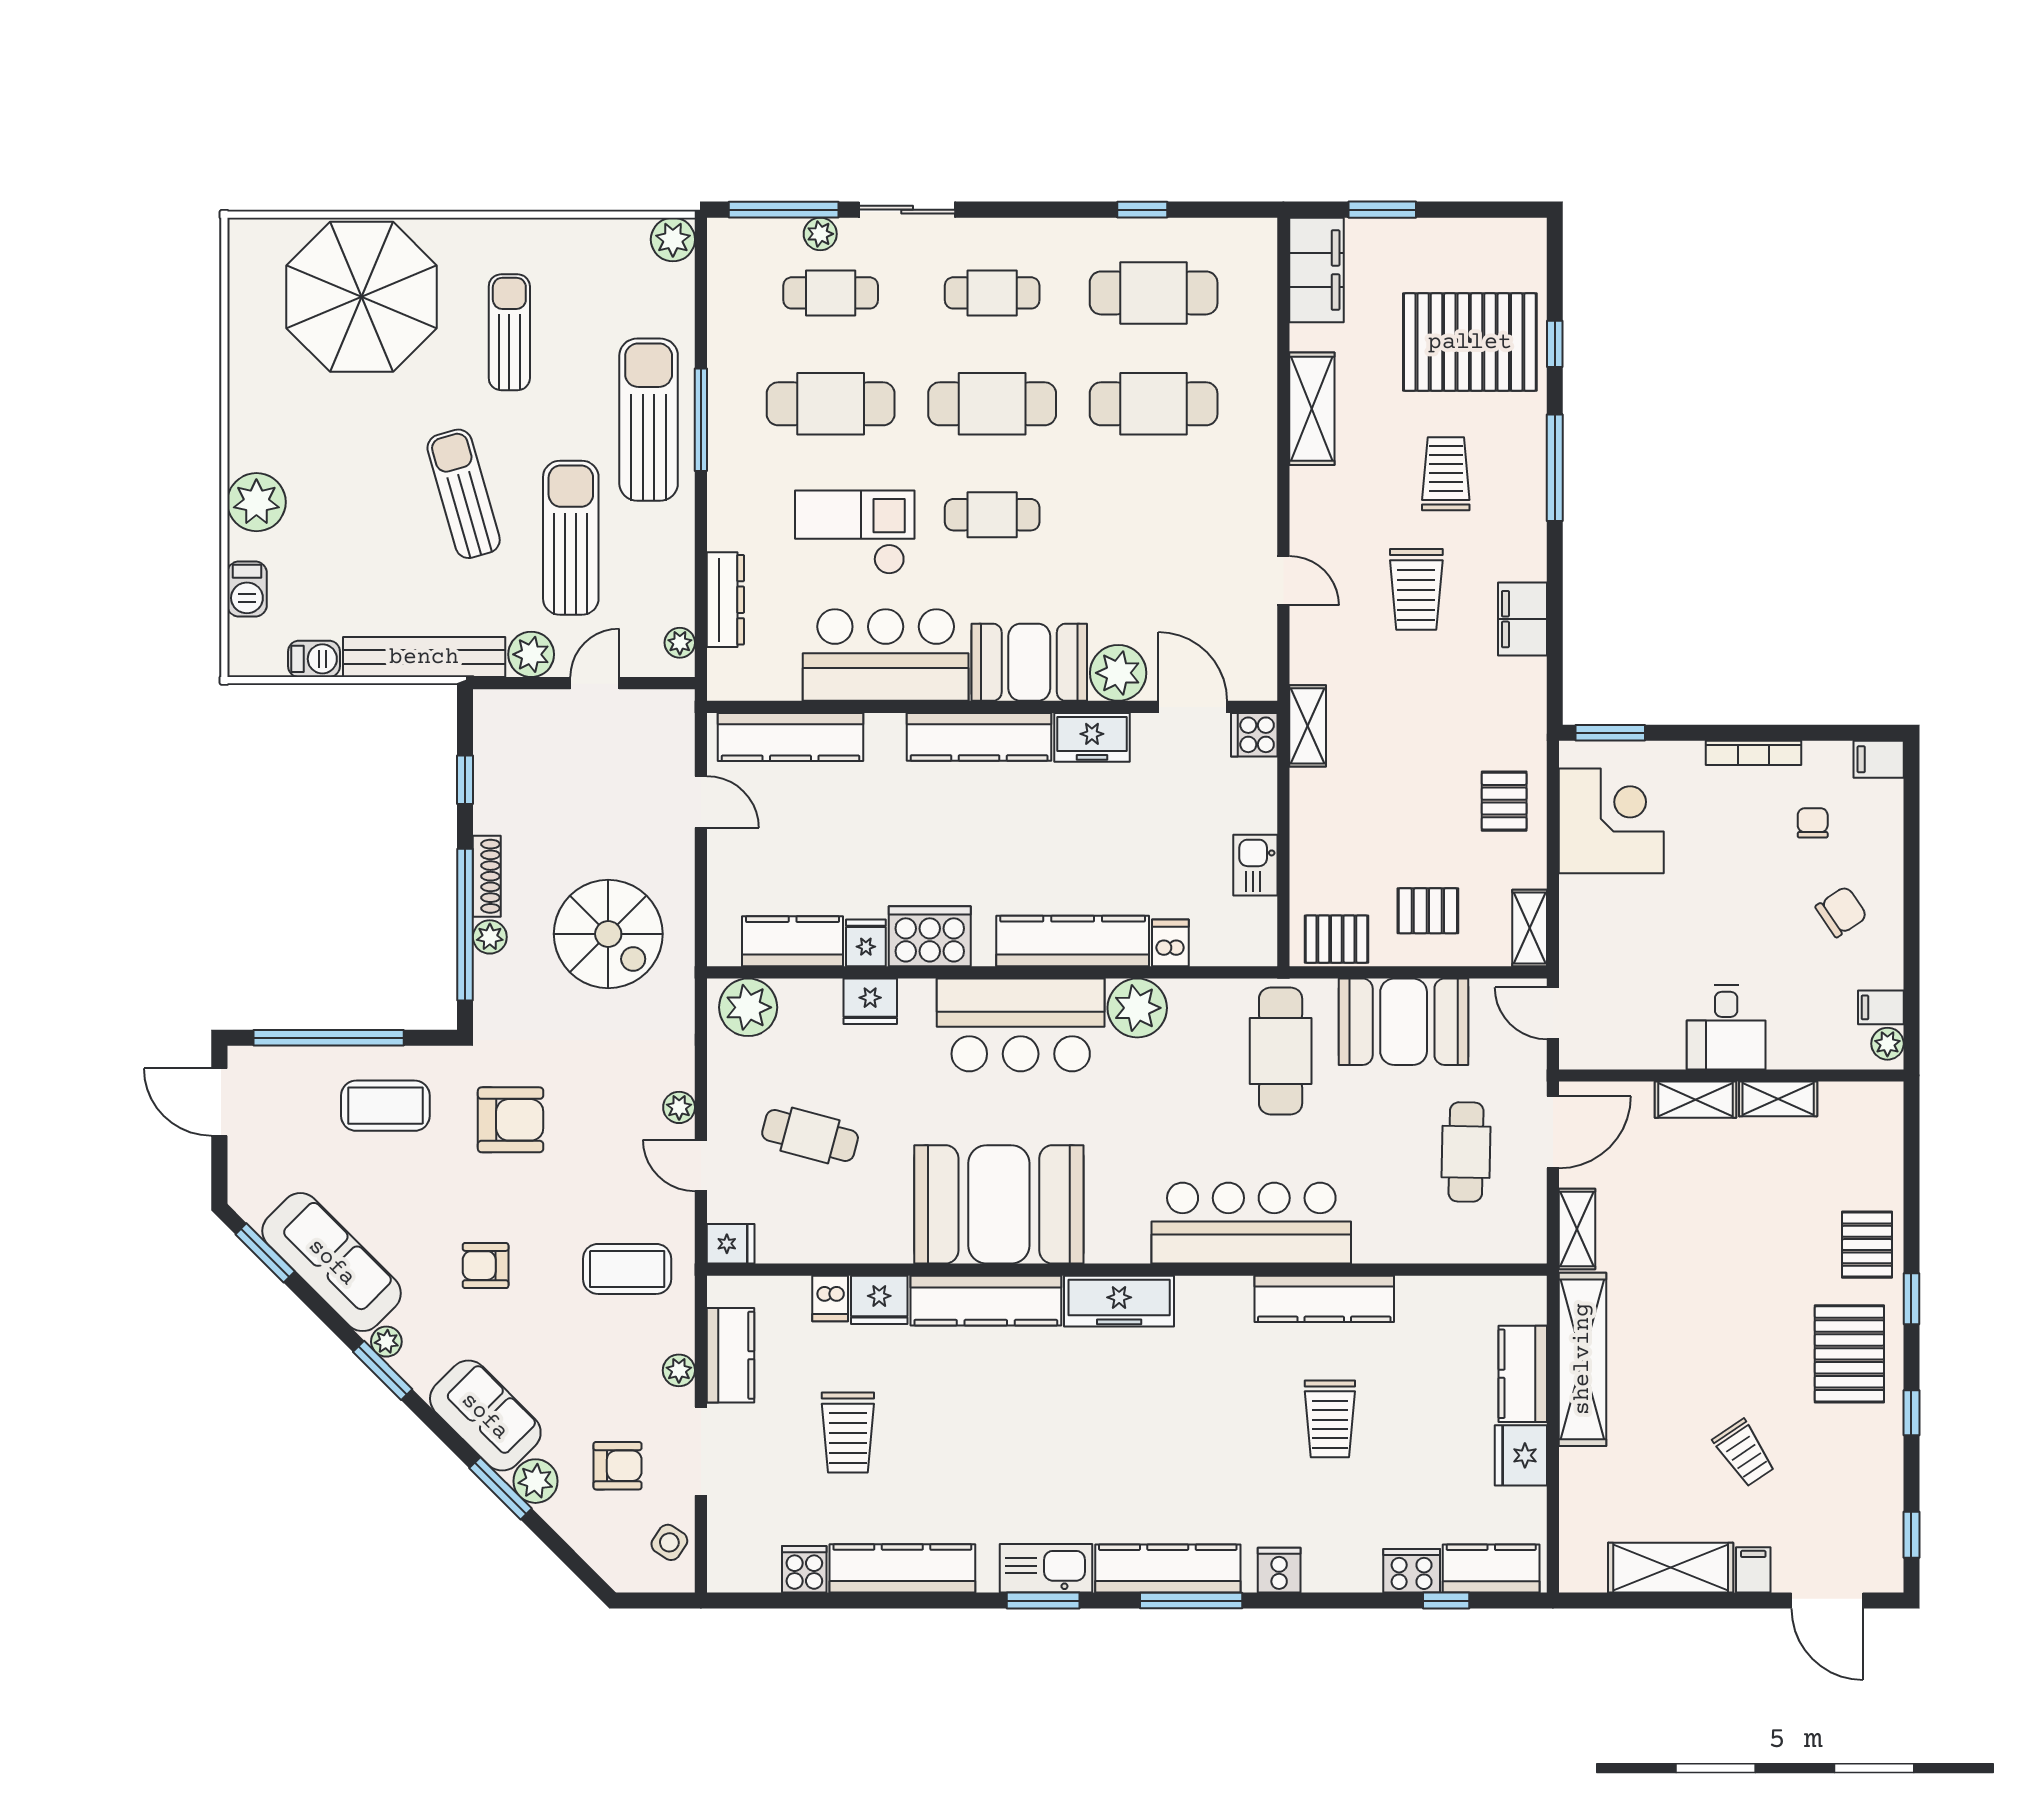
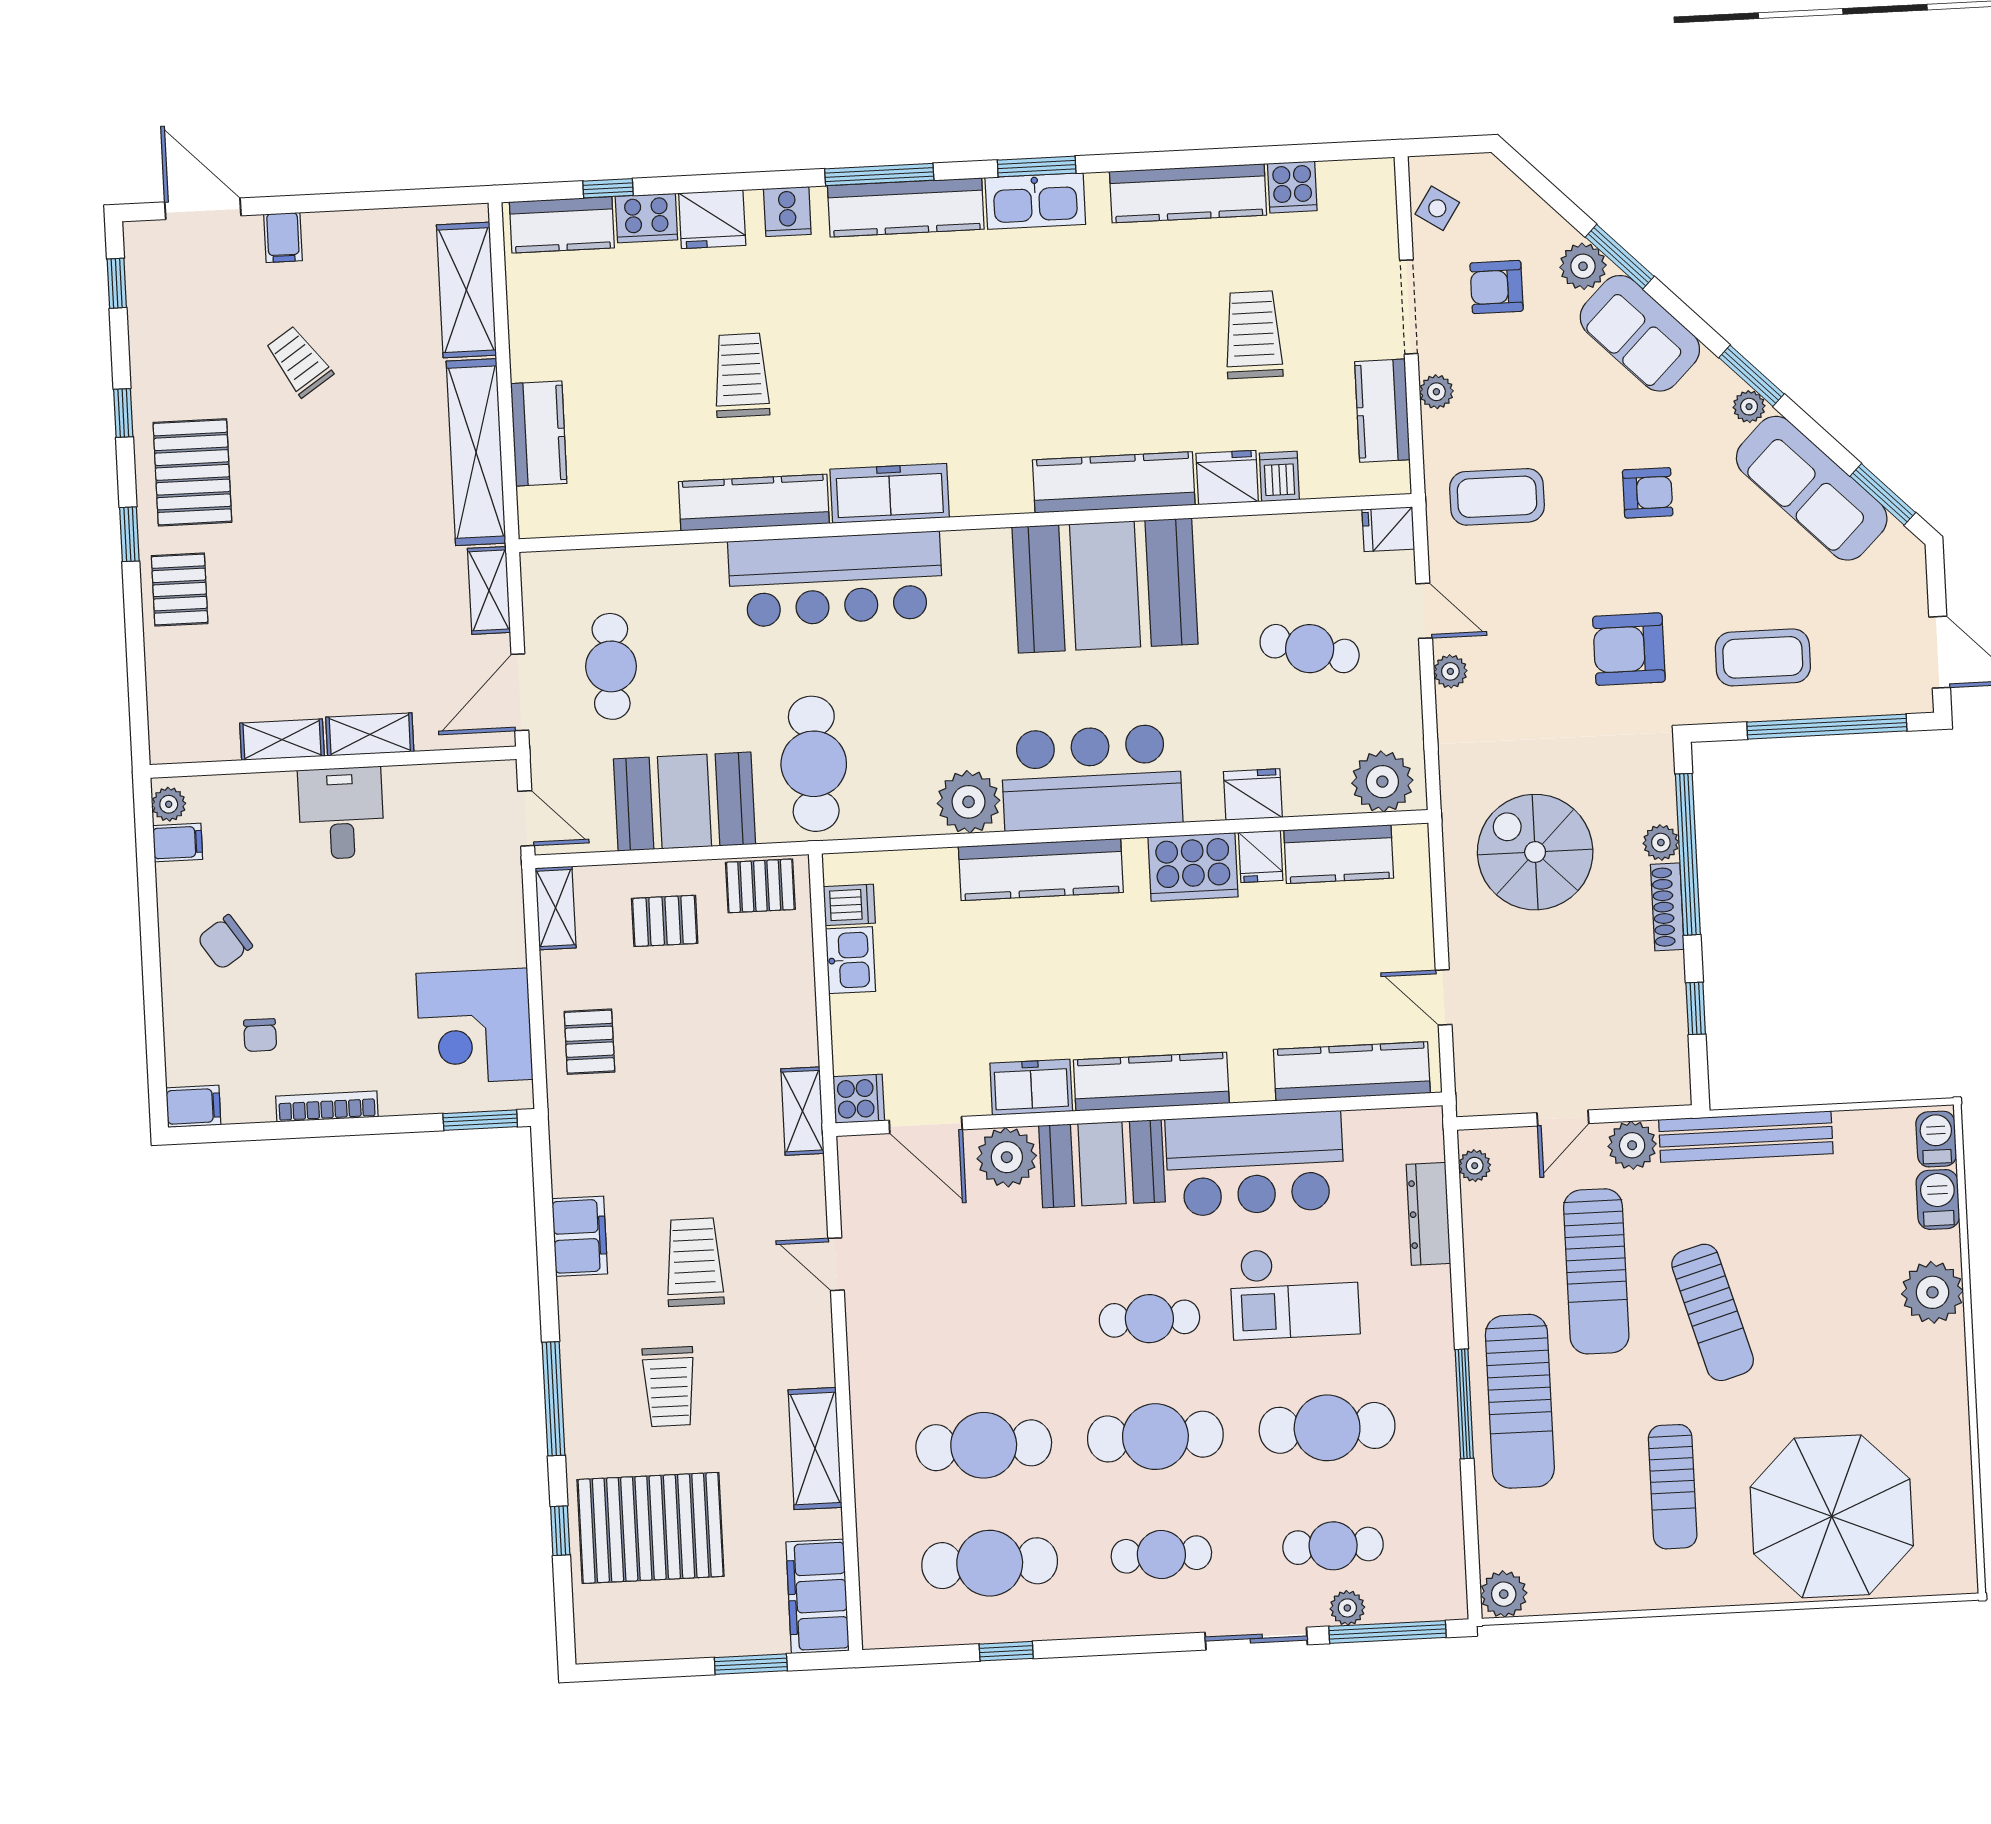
barbecue: (314, 659) -> (1936, 1139), moved, turned 90
dishwasher: (1170, 943) -> (849, 905), moved, turned -90
freezer: (1119, 1301) -> (890, 493), moved
fridge: (1521, 1455) -> (712, 219), moved, turned 90
shelving: (1671, 1568) -> (466, 290), moved, turned 90

